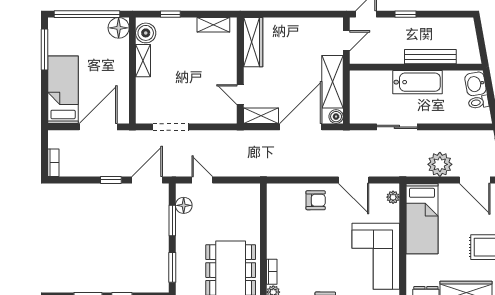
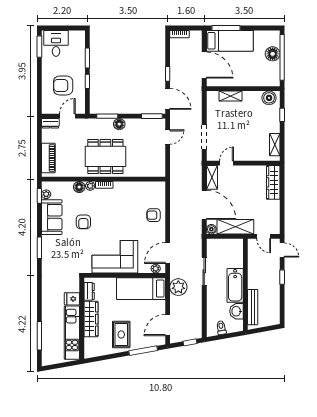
floor lamp: (119, 28) -> (273, 54), moved
wardrobe: (253, 42) -> (273, 182), moved, turned 90
window: (44, 49) -> (226, 28), moved
bench: (430, 57) -> (253, 307), moved
shelving: (143, 61) -> (231, 96), moved
washbasin: (475, 84) -> (237, 311), moved, turned -80
doorway: (170, 127) -> (204, 137), moved
plant: (440, 164) -> (178, 287), moved
door: (354, 180) -> (168, 253), moved
armchair: (316, 200) -> (154, 215), turned 90
floor lamp: (184, 205) -> (119, 124), moved
window: (172, 220) -> (152, 116), moved

